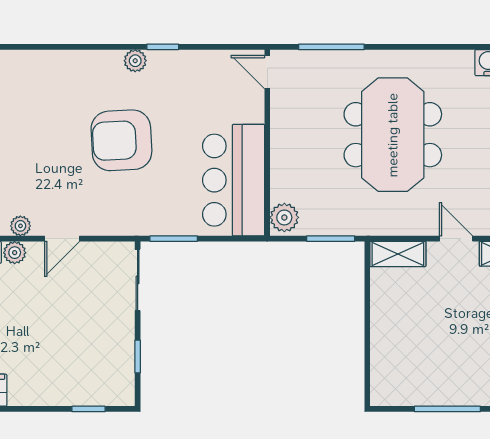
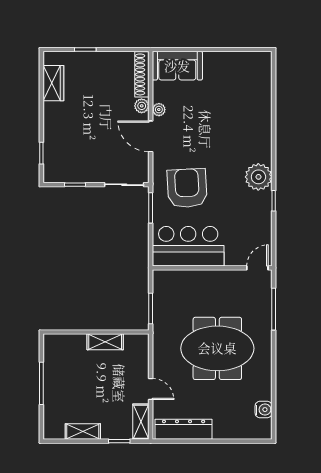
plant: (135, 61) -> (258, 177), width x1.87, depth x1.87
armchair: (121, 140) -> (187, 188), moved
plant: (284, 217) -> (164, 279), removed
door: (62, 239) -> (151, 136), width x1.38
door: (456, 239) -> (151, 389), hinge flipped
shelving: (398, 254) -> (105, 342), moved, turned 90

